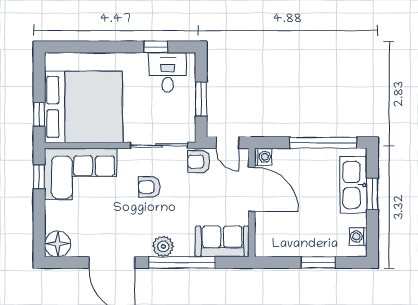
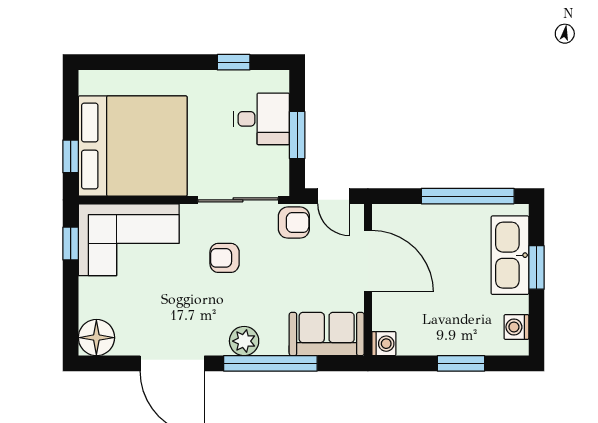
desk: (168, 72) -> (262, 119), moved, turned 90
washing machine: (263, 157) -> (384, 344), moved
armchair: (199, 162) -> (294, 223), turned 180

